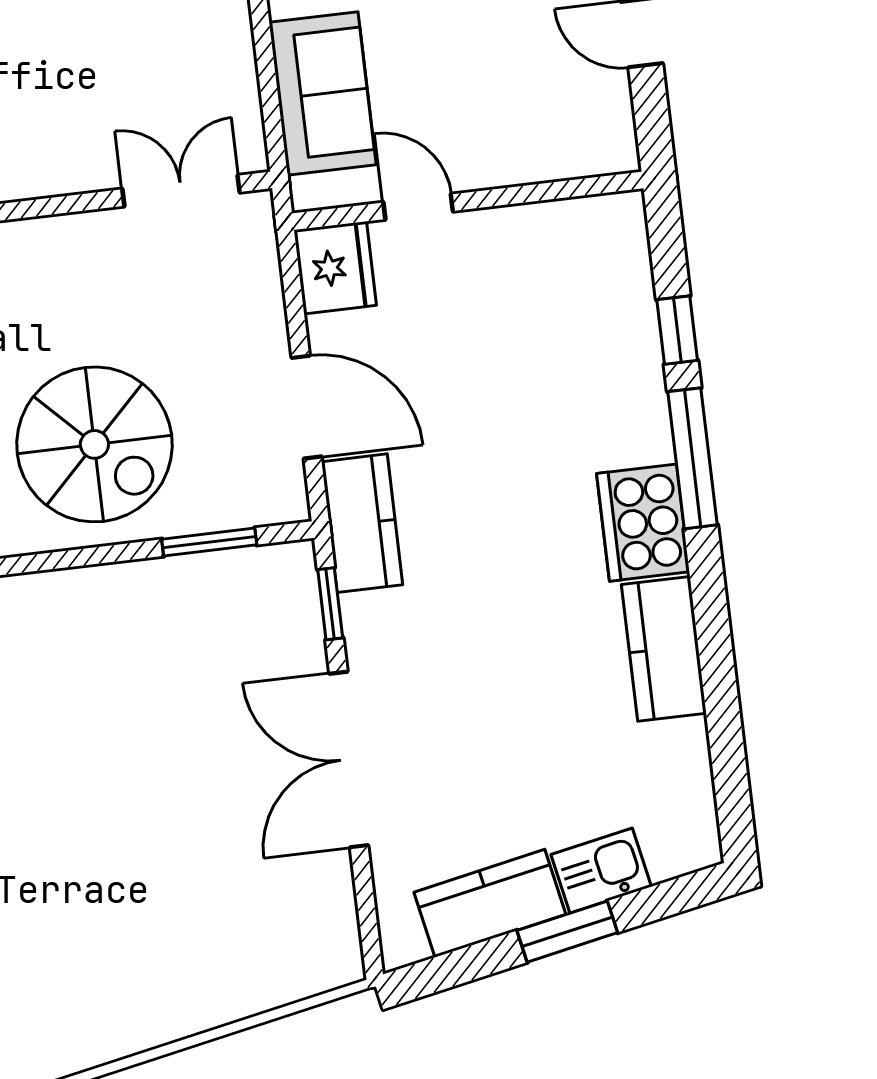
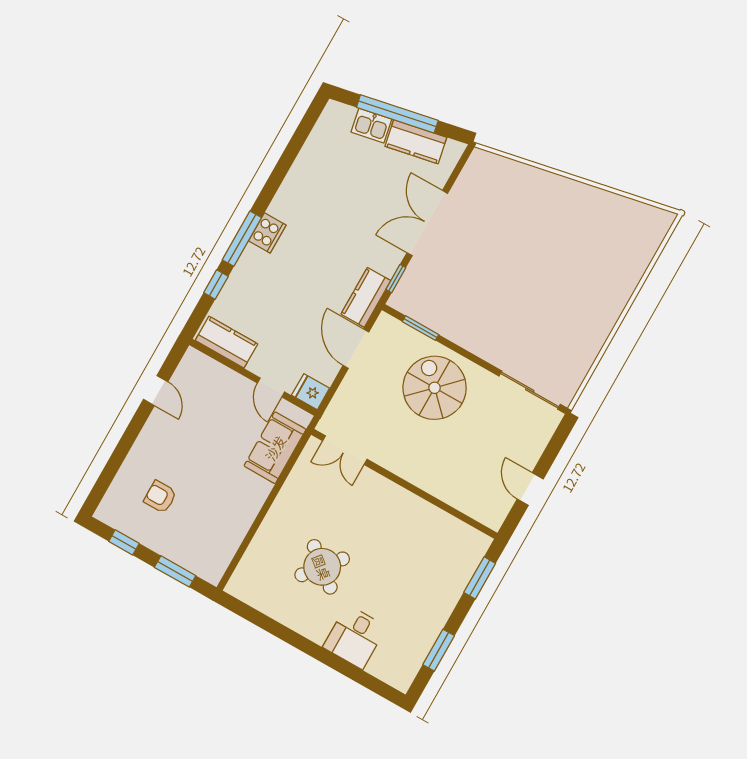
fridge: (335, 268) -> (311, 392), width x0.72
cooker: (643, 523) -> (267, 233), width x0.73, depth x0.76
kitchen counter: (664, 649) -> (226, 342), moved, turned -90
double door: (349, 759) -> (427, 223), swing flipped
window: (567, 932) -> (397, 114), width x2.11

